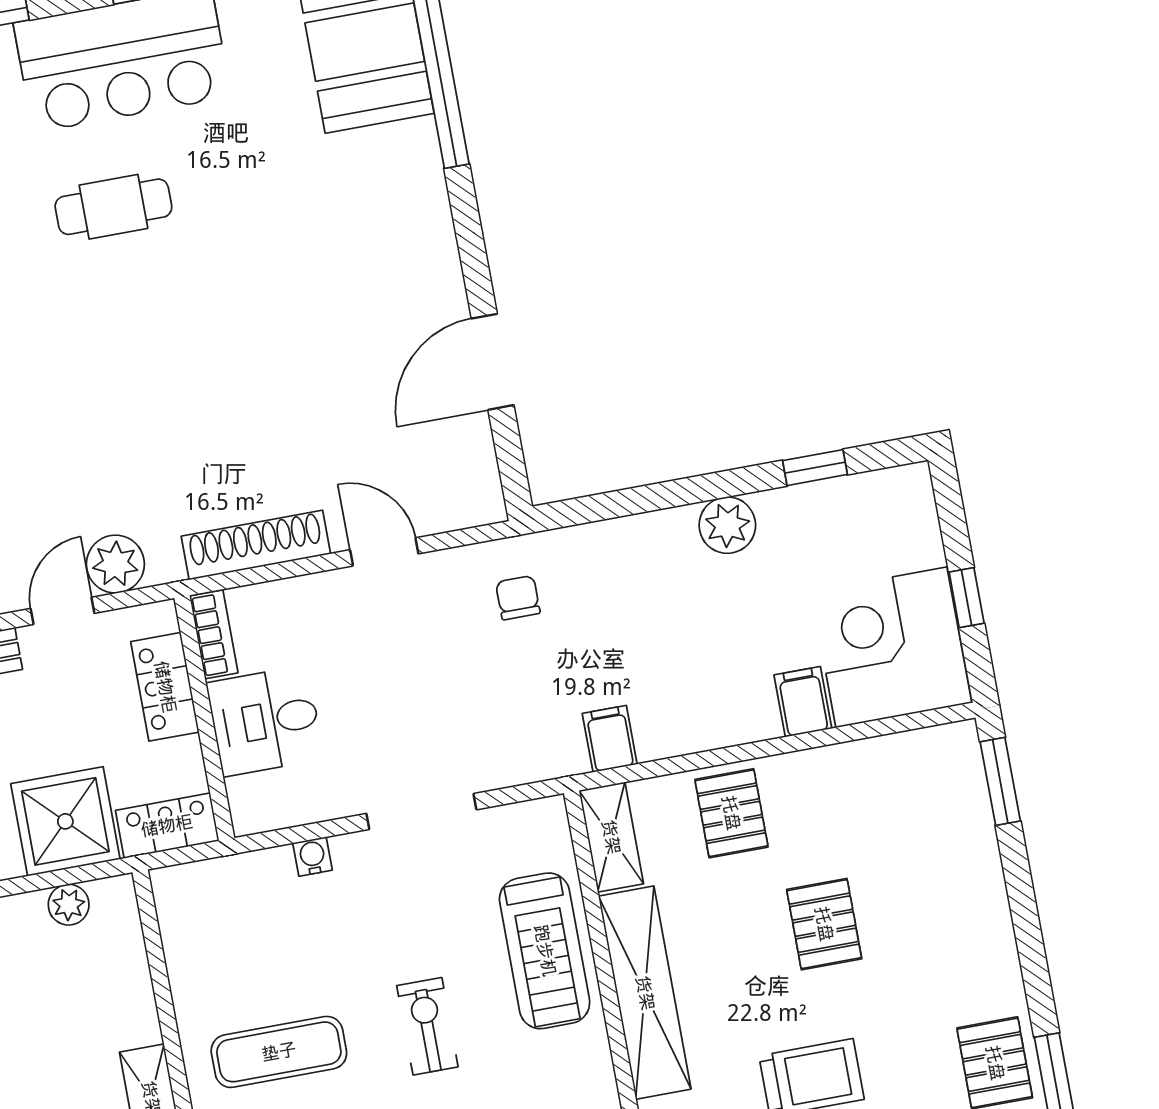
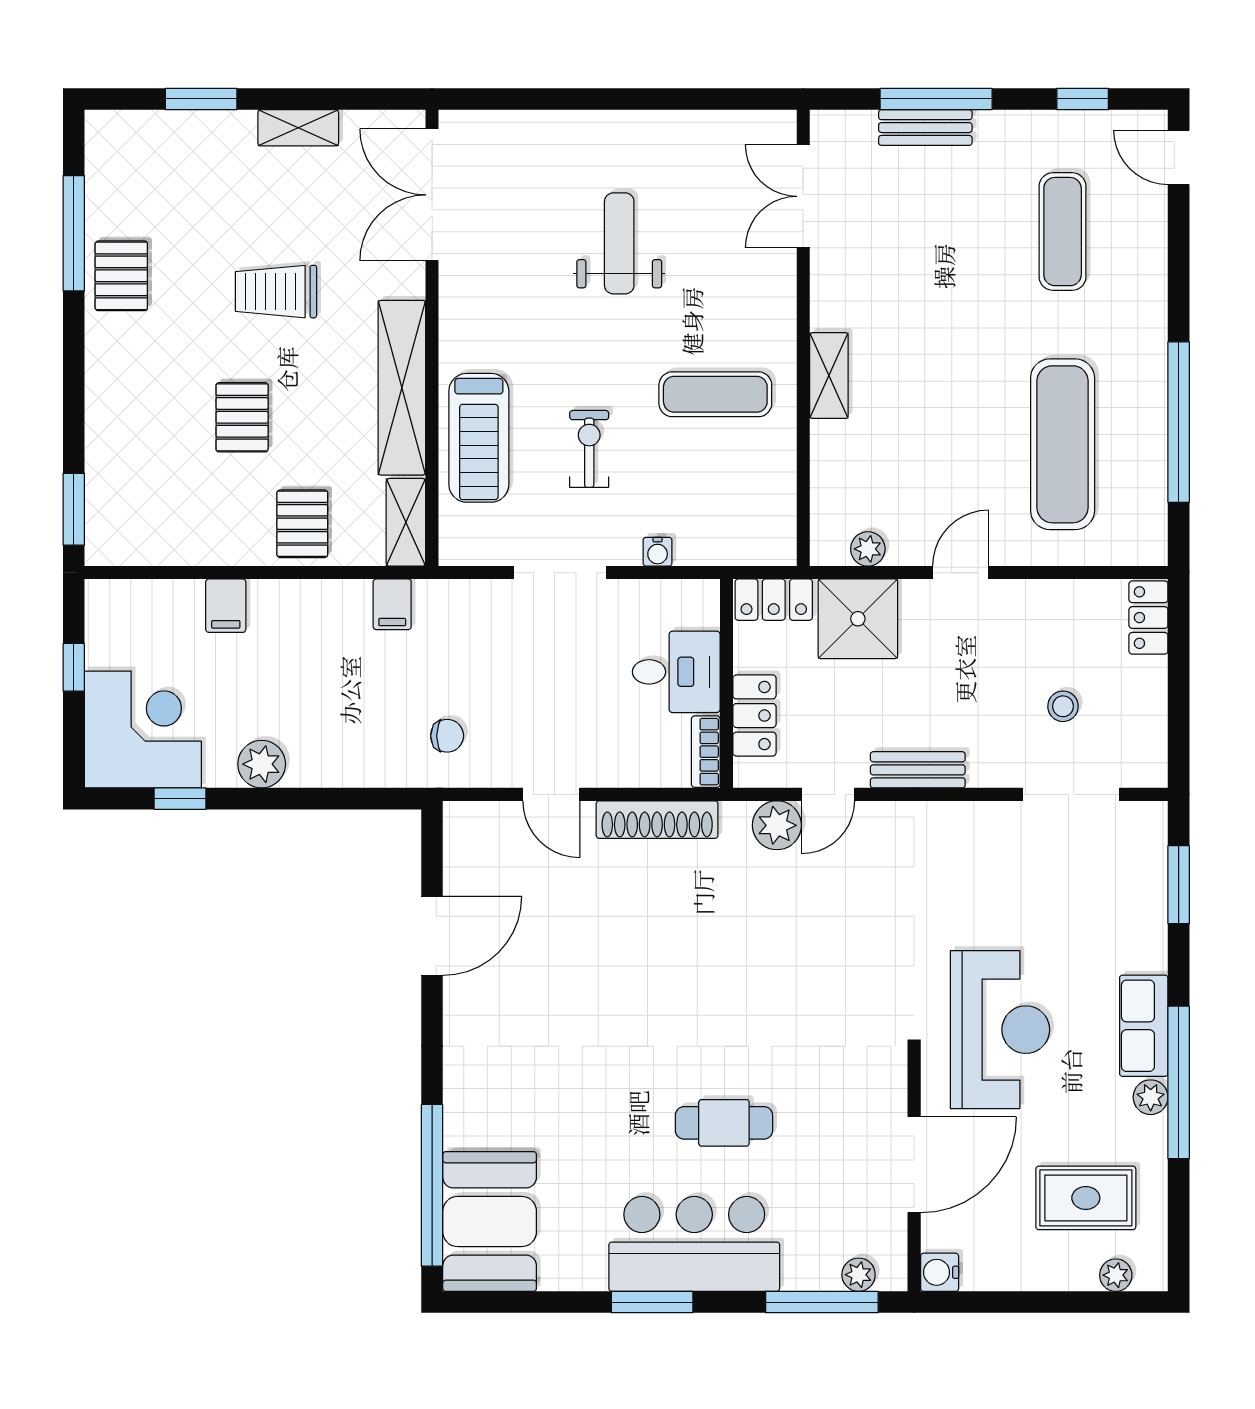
chair: (518, 598) -> (447, 736), turned -90
corner desk: (891, 647) -> (143, 729), moved, turned -90
treadmill: (545, 951) -> (479, 438), turned 180
exercise bike: (427, 1026) -> (589, 449), moved, turned 180

